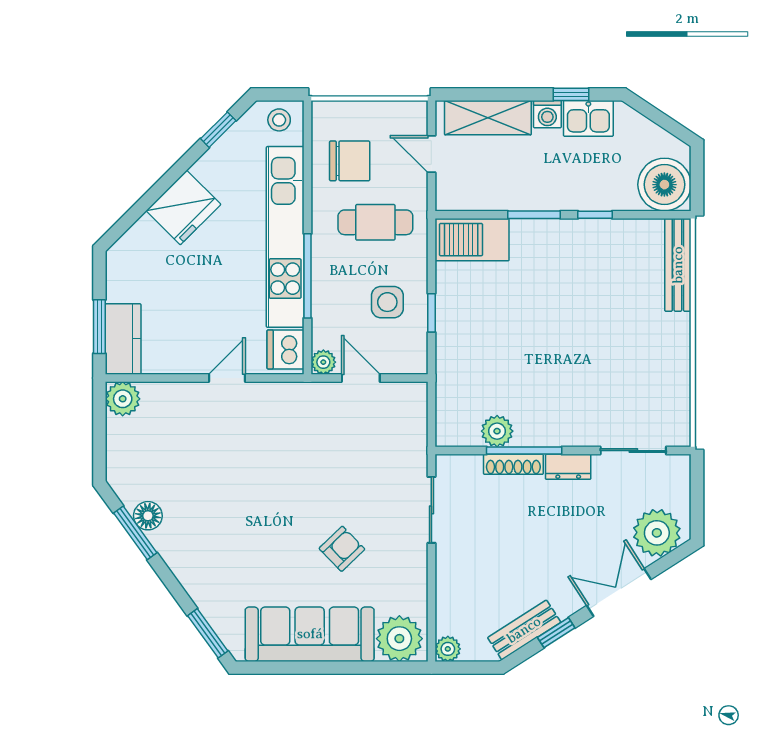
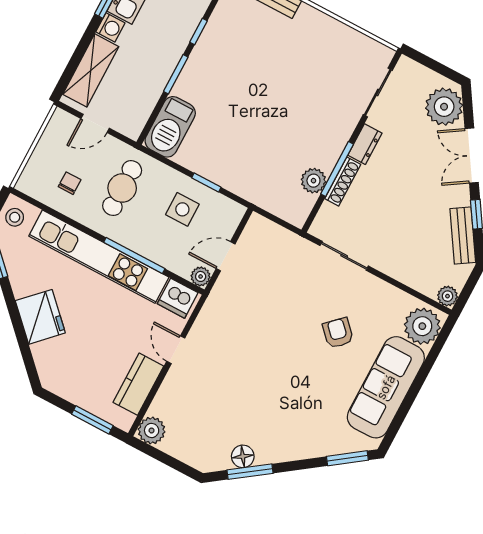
chair: (350, 161) -> (70, 183), width x0.54, depth x0.54
kitchen counter: (123, 339) -> (138, 384), moved, turned -90

